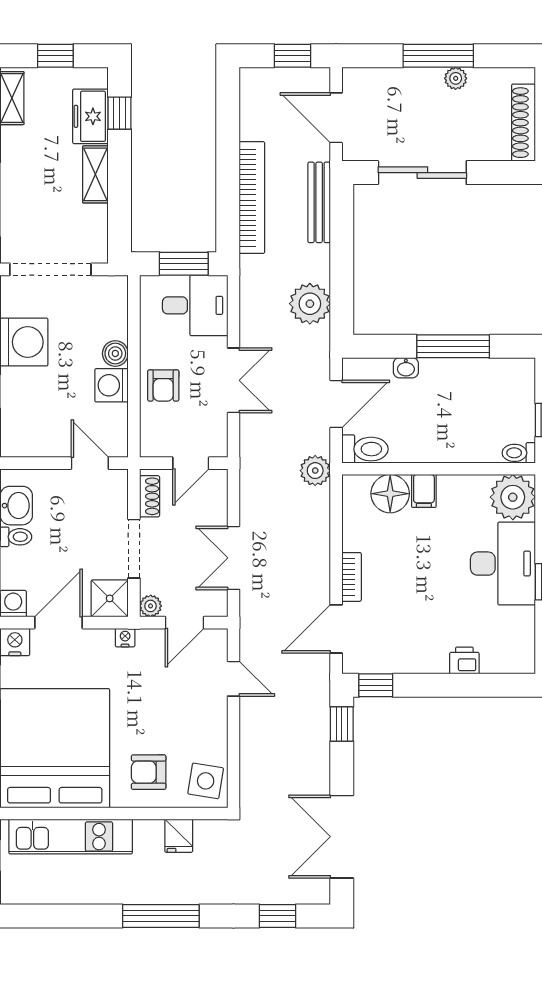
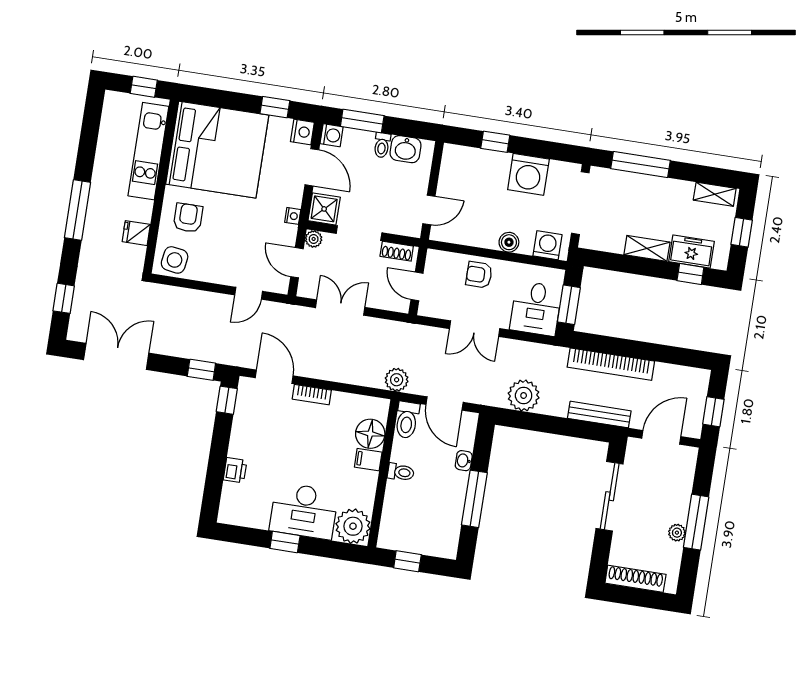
washing machine: (111, 385) -> (547, 245), moved
toilet: (519, 453) -> (401, 472), moved, turned 90

